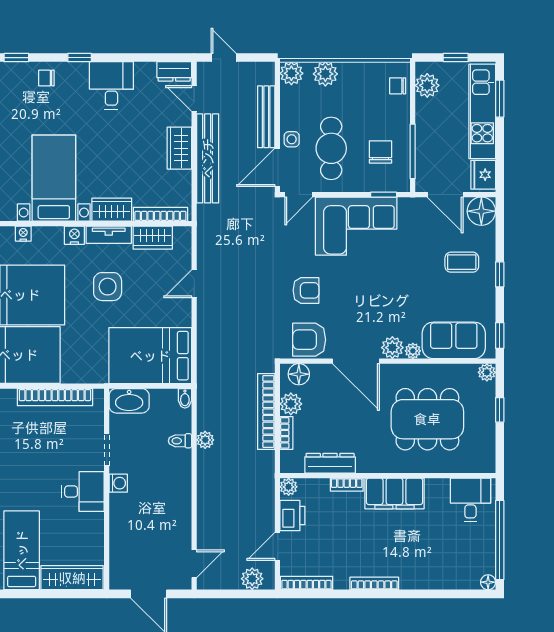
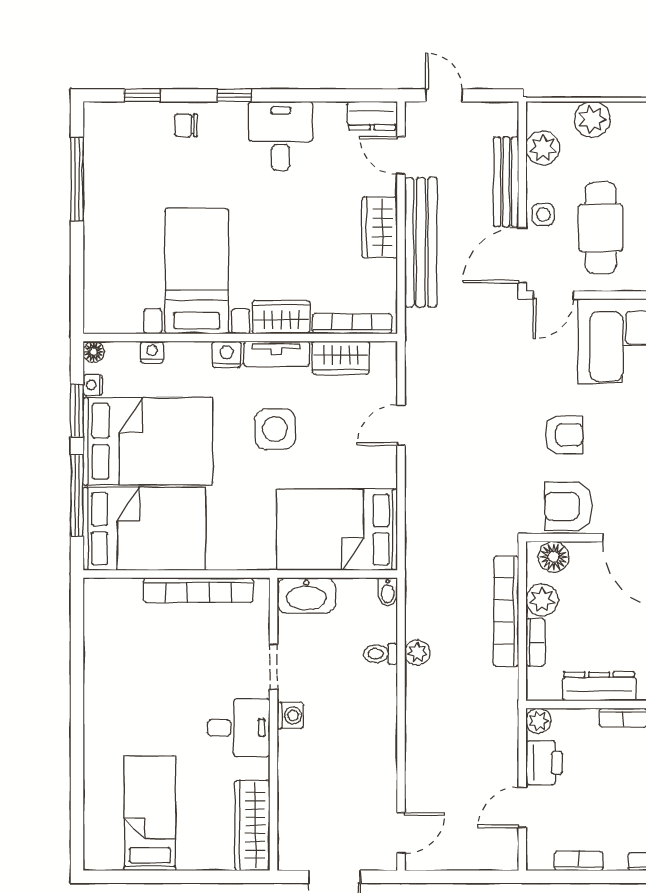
plant: (291, 73) -> (543, 148), moved
wardrobe: (72, 578) -> (252, 825), moved, turned -90
plant: (252, 579) -> (486, 855), removed
bookcase: (307, 583) -> (579, 861), width x0.64

